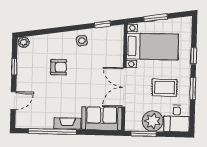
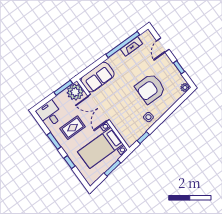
armchair: (59, 67) -> (150, 89), width x1.88, depth x1.88
double door: (124, 87) -> (99, 108), swing flipped
plant: (153, 121) -> (75, 92), moved
fireplace: (67, 124) -> (131, 46), moved

